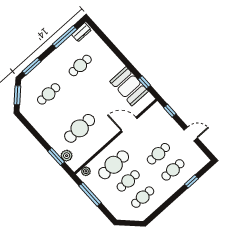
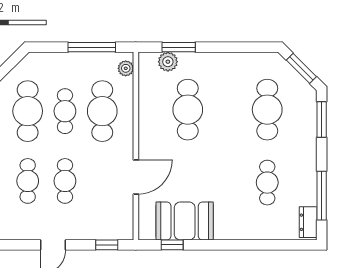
cafe table: (49, 94) -> (267, 110), width x1.37, depth x1.35
cafe table: (143, 197) -> (28, 111), width x1.37, depth x1.35

